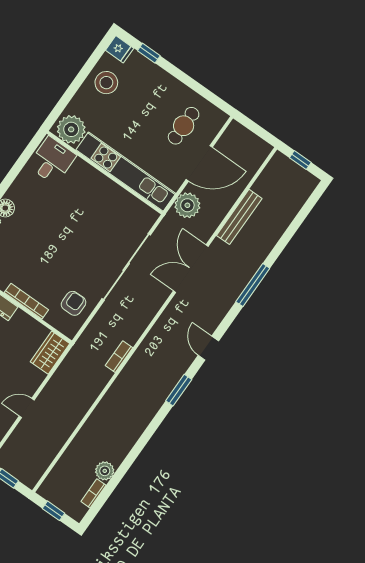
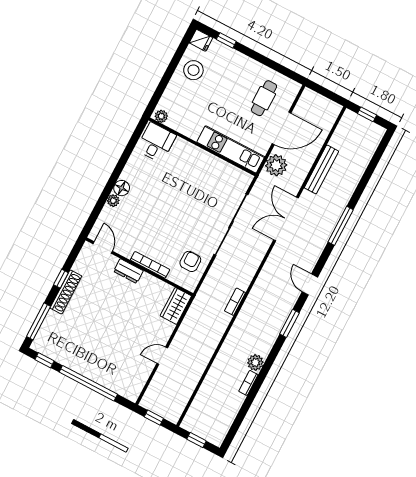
plant: (71, 129) -> (161, 116), width x0.53, depth x0.53
kitchen unit: (126, 172) -> (231, 149), width x0.73
plant: (105, 471) -> (255, 363), moved
bookcase: (93, 493) -> (248, 383), moved

